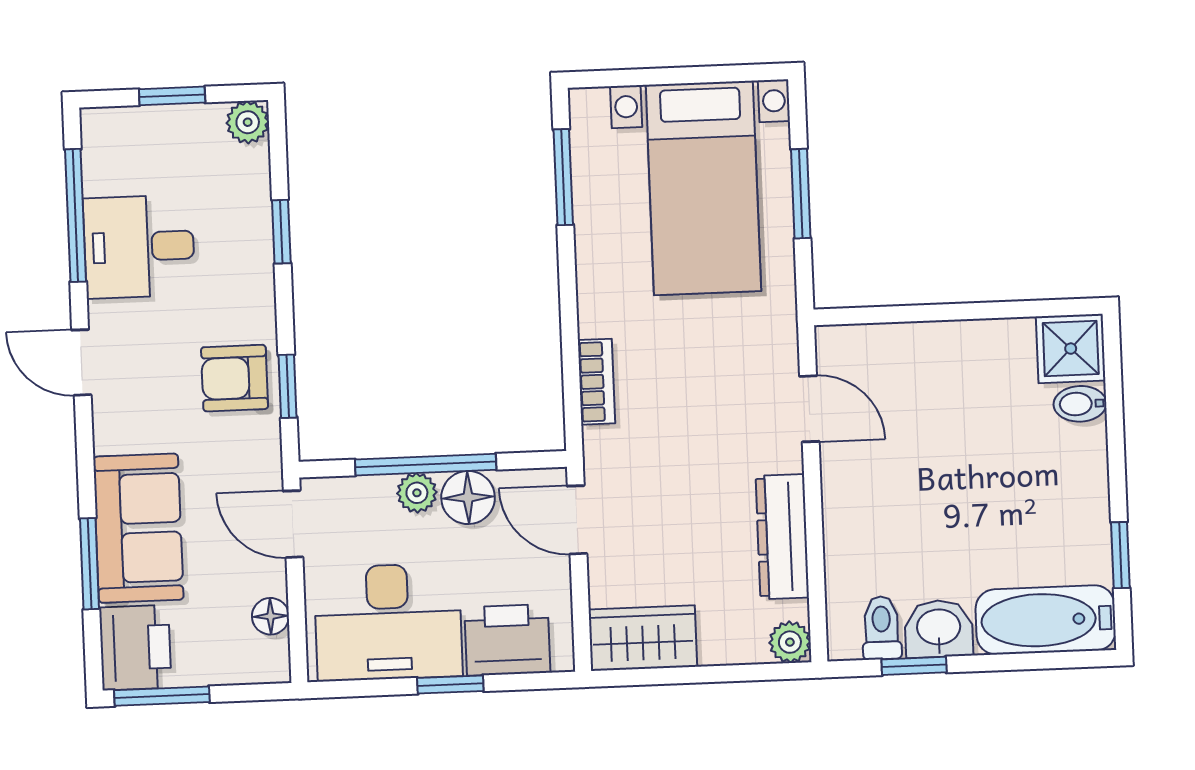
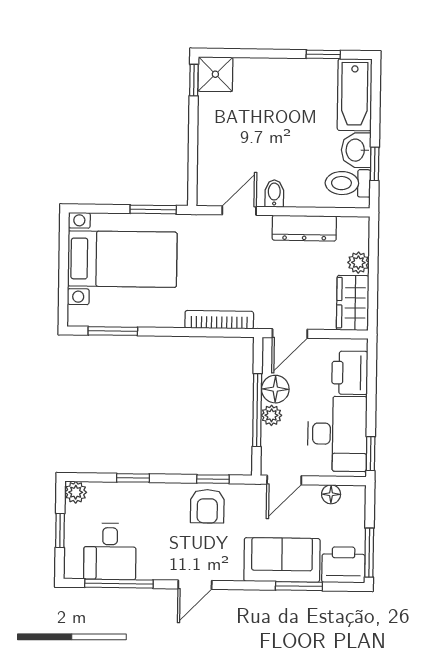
window: (801, 194) -> (153, 209), moved
desk: (139, 247) -> (110, 551), moved
window: (1057, 308) -> (194, 80), added
bookcase: (596, 382) -> (219, 320), width x1.56
bidet: (1080, 404) -> (274, 193), moved, turned 180
toilet: (882, 628) -> (348, 183), width x1.37, depth x1.39
plant: (790, 642) -> (358, 263), moved
window: (450, 685) -> (371, 454), moved

